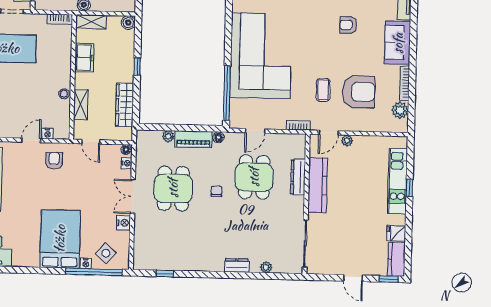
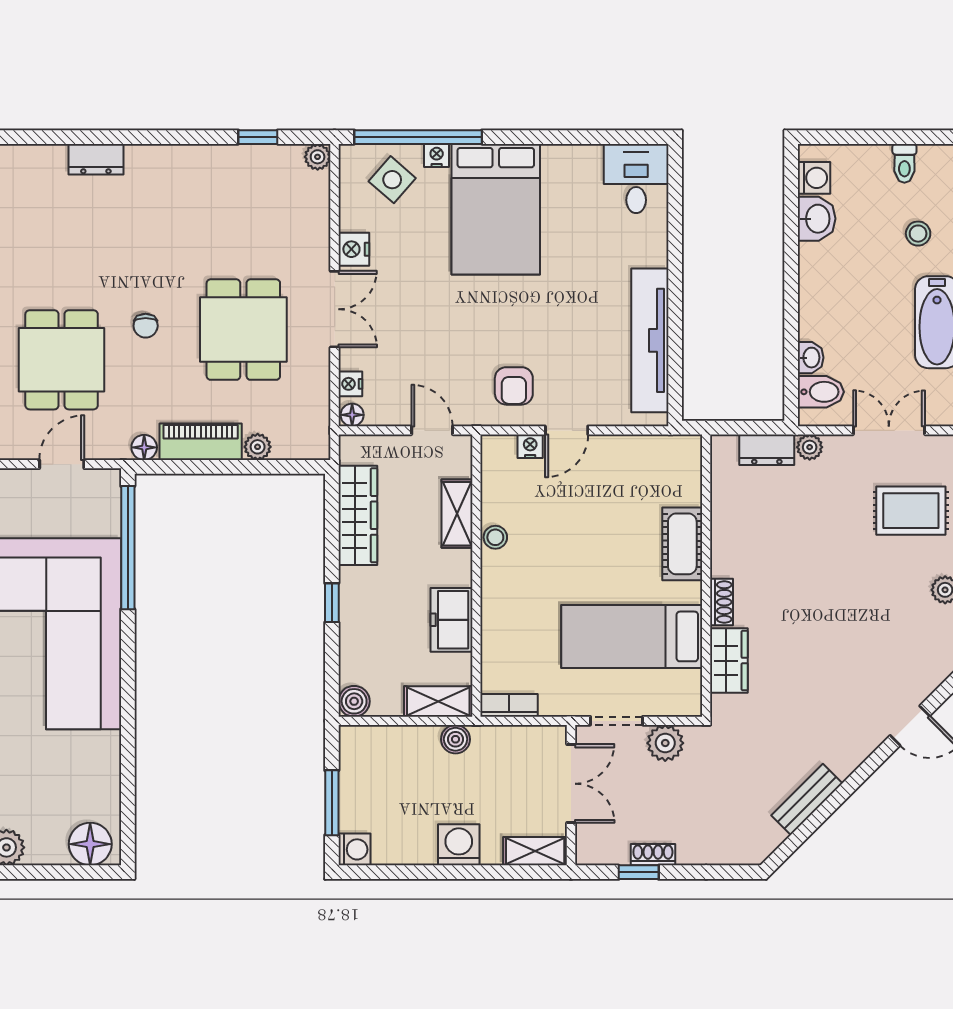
plant: (266, 267) -> (318, 157), moved

